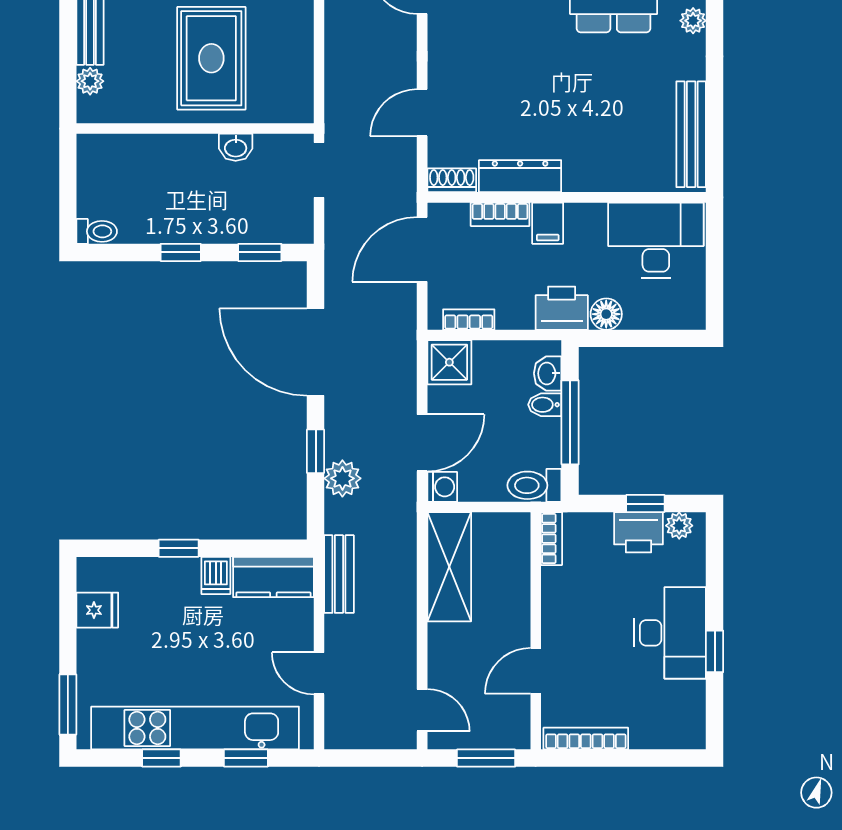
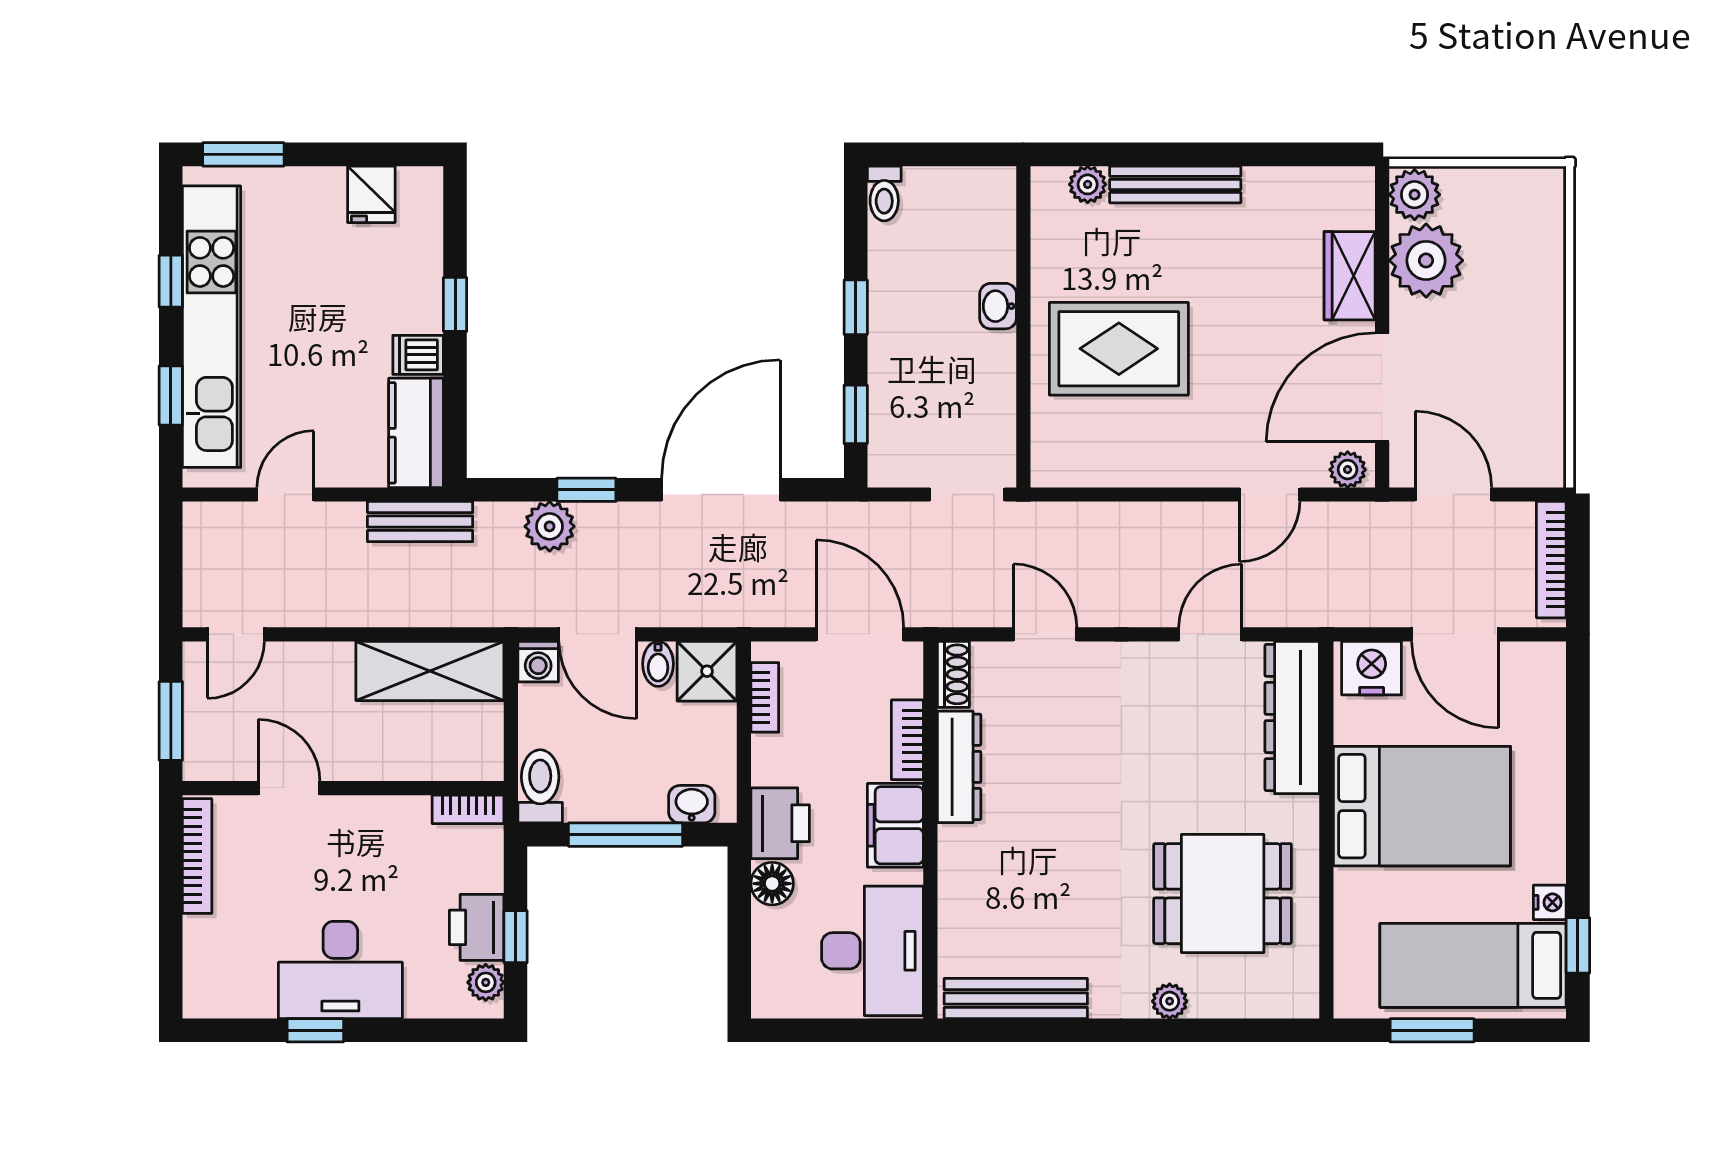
washbasin: (236, 147) -> (998, 306), moved
filing cabinet: (548, 223) -> (895, 825), width x2.00
bidet: (545, 405) -> (658, 664), moved, turned 180

